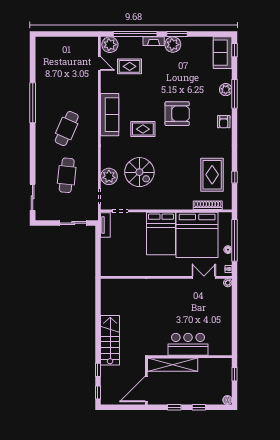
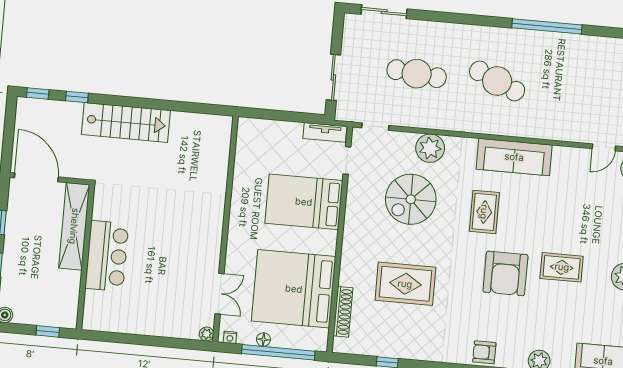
rug: (130, 66) -> (562, 267), moved, turned 90
rug: (212, 175) -> (405, 284), moved
plant: (109, 176) -> (430, 148), moved
bed: (161, 234) -> (304, 202), moved

